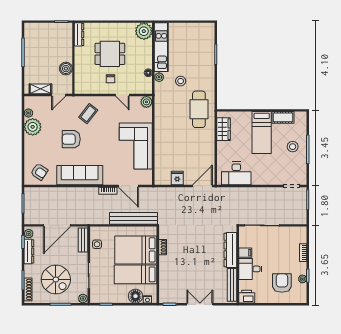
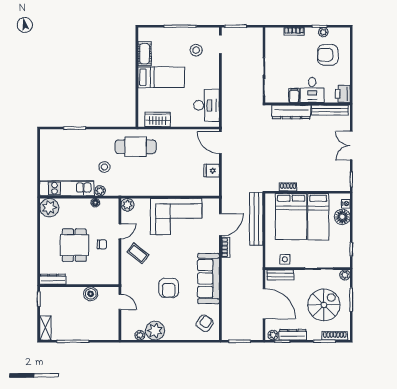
shelving: (40, 89) -> (45, 328), moved
coffee table: (88, 114) -> (138, 253), moved
stool: (293, 147) -> (196, 50), moved

